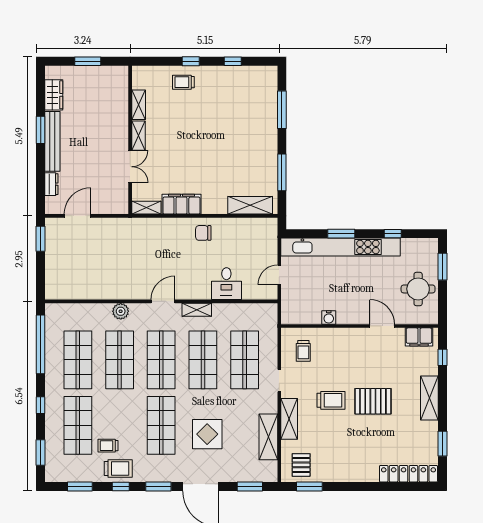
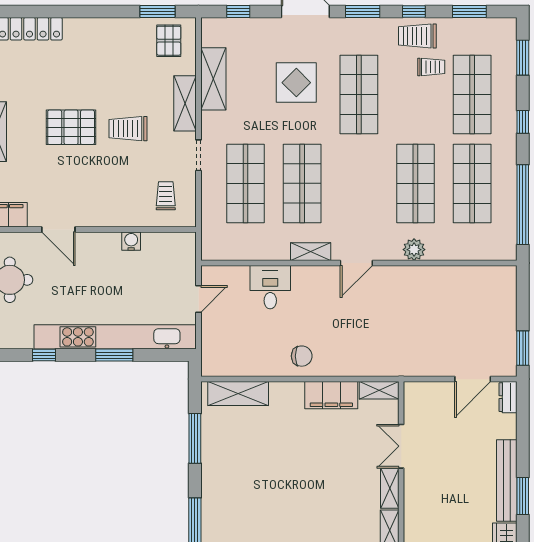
dresser: (51, 184) -> (508, 397), moved
shop shelf: (161, 360) -> (359, 183), removed
window: (250, 486) -> (238, 11), width x0.67

